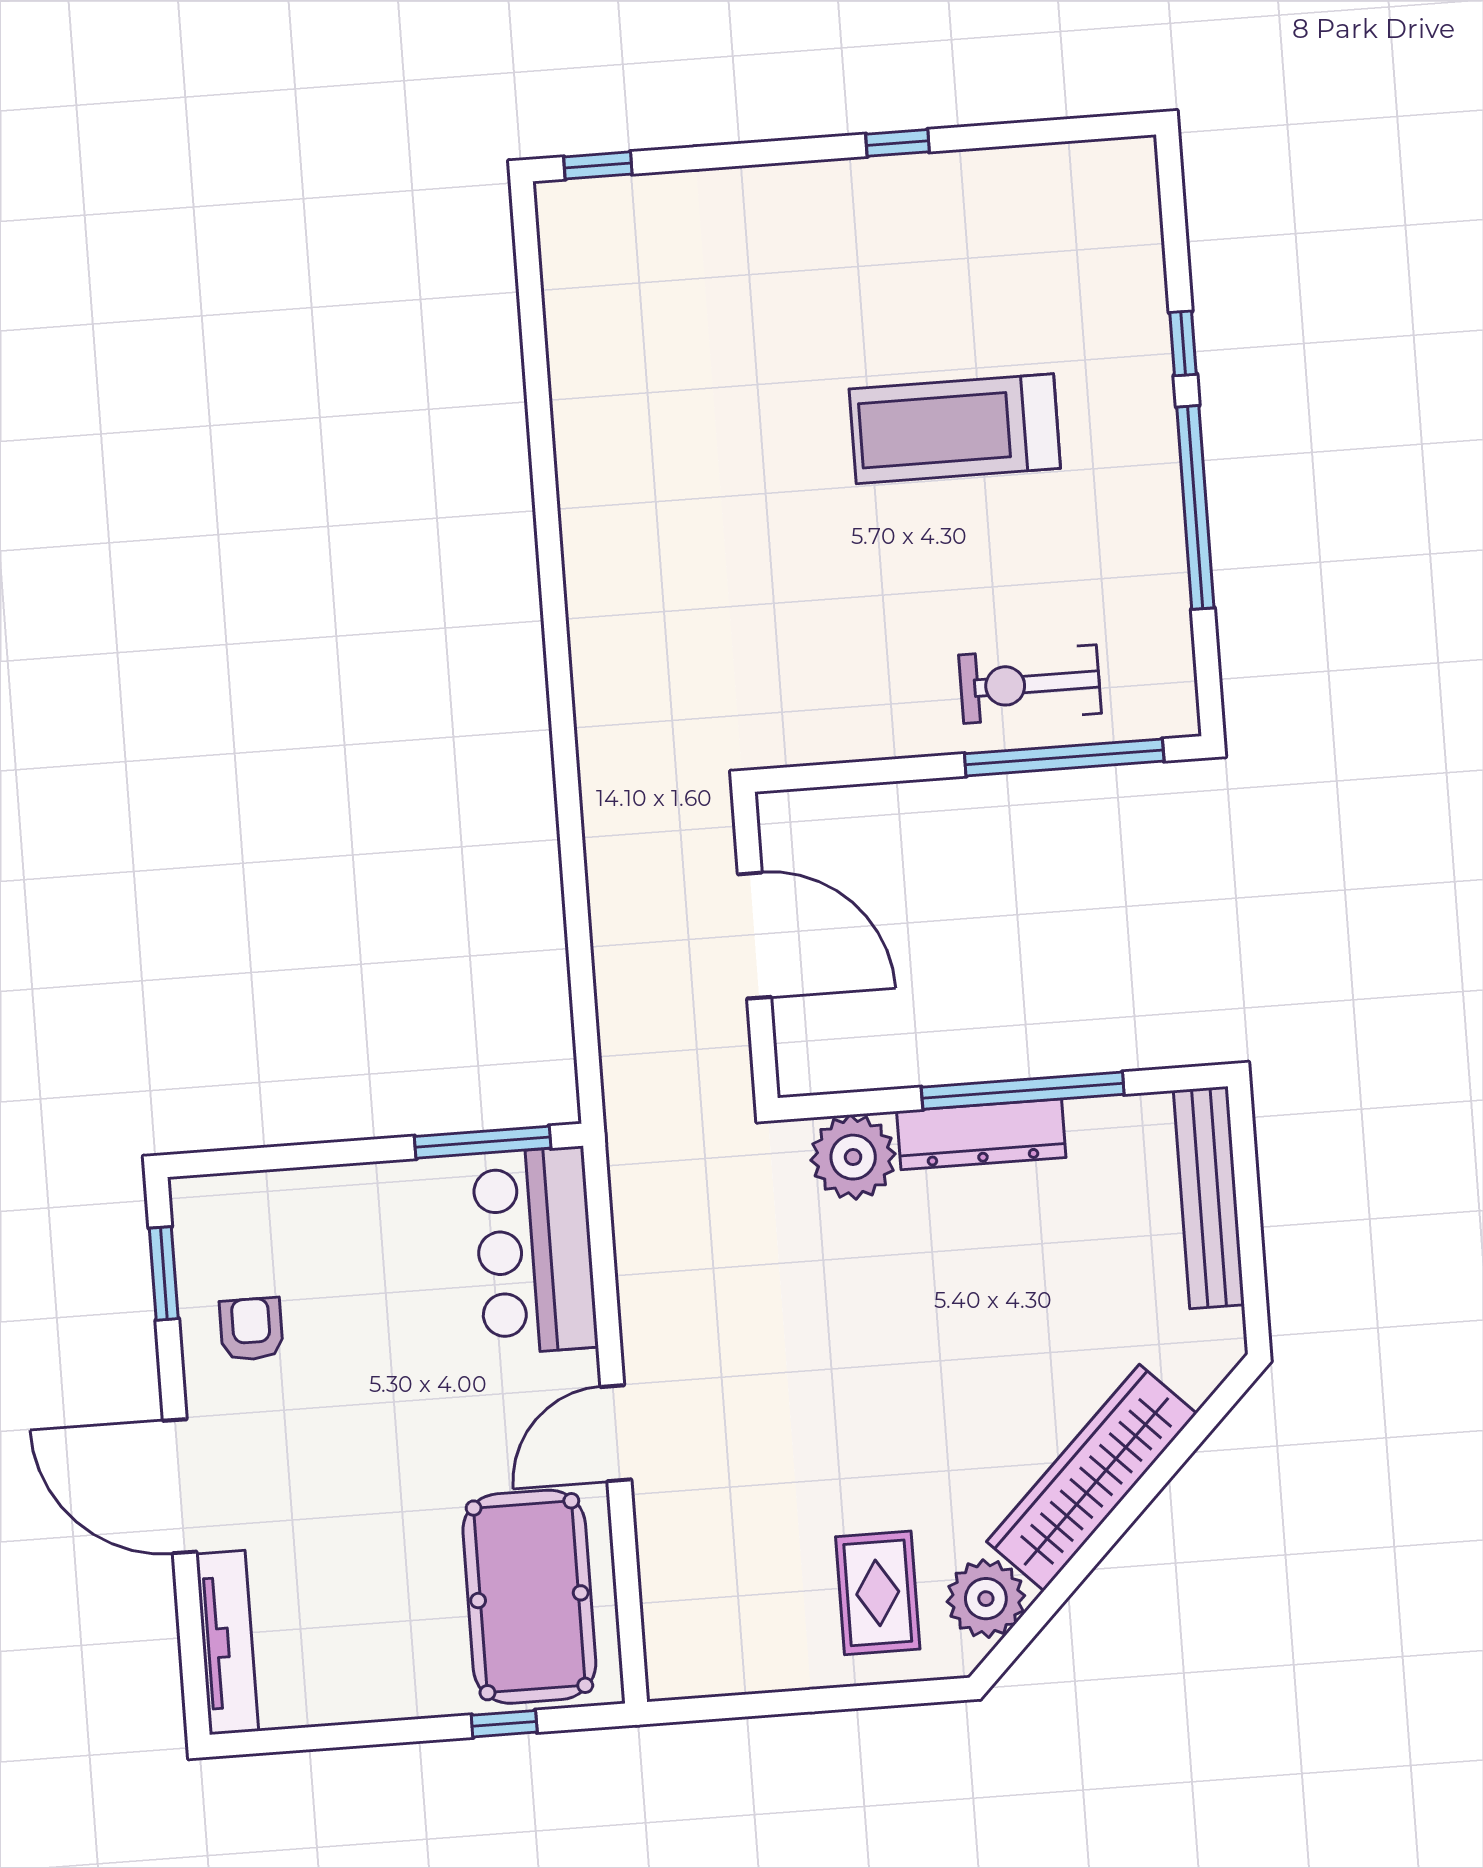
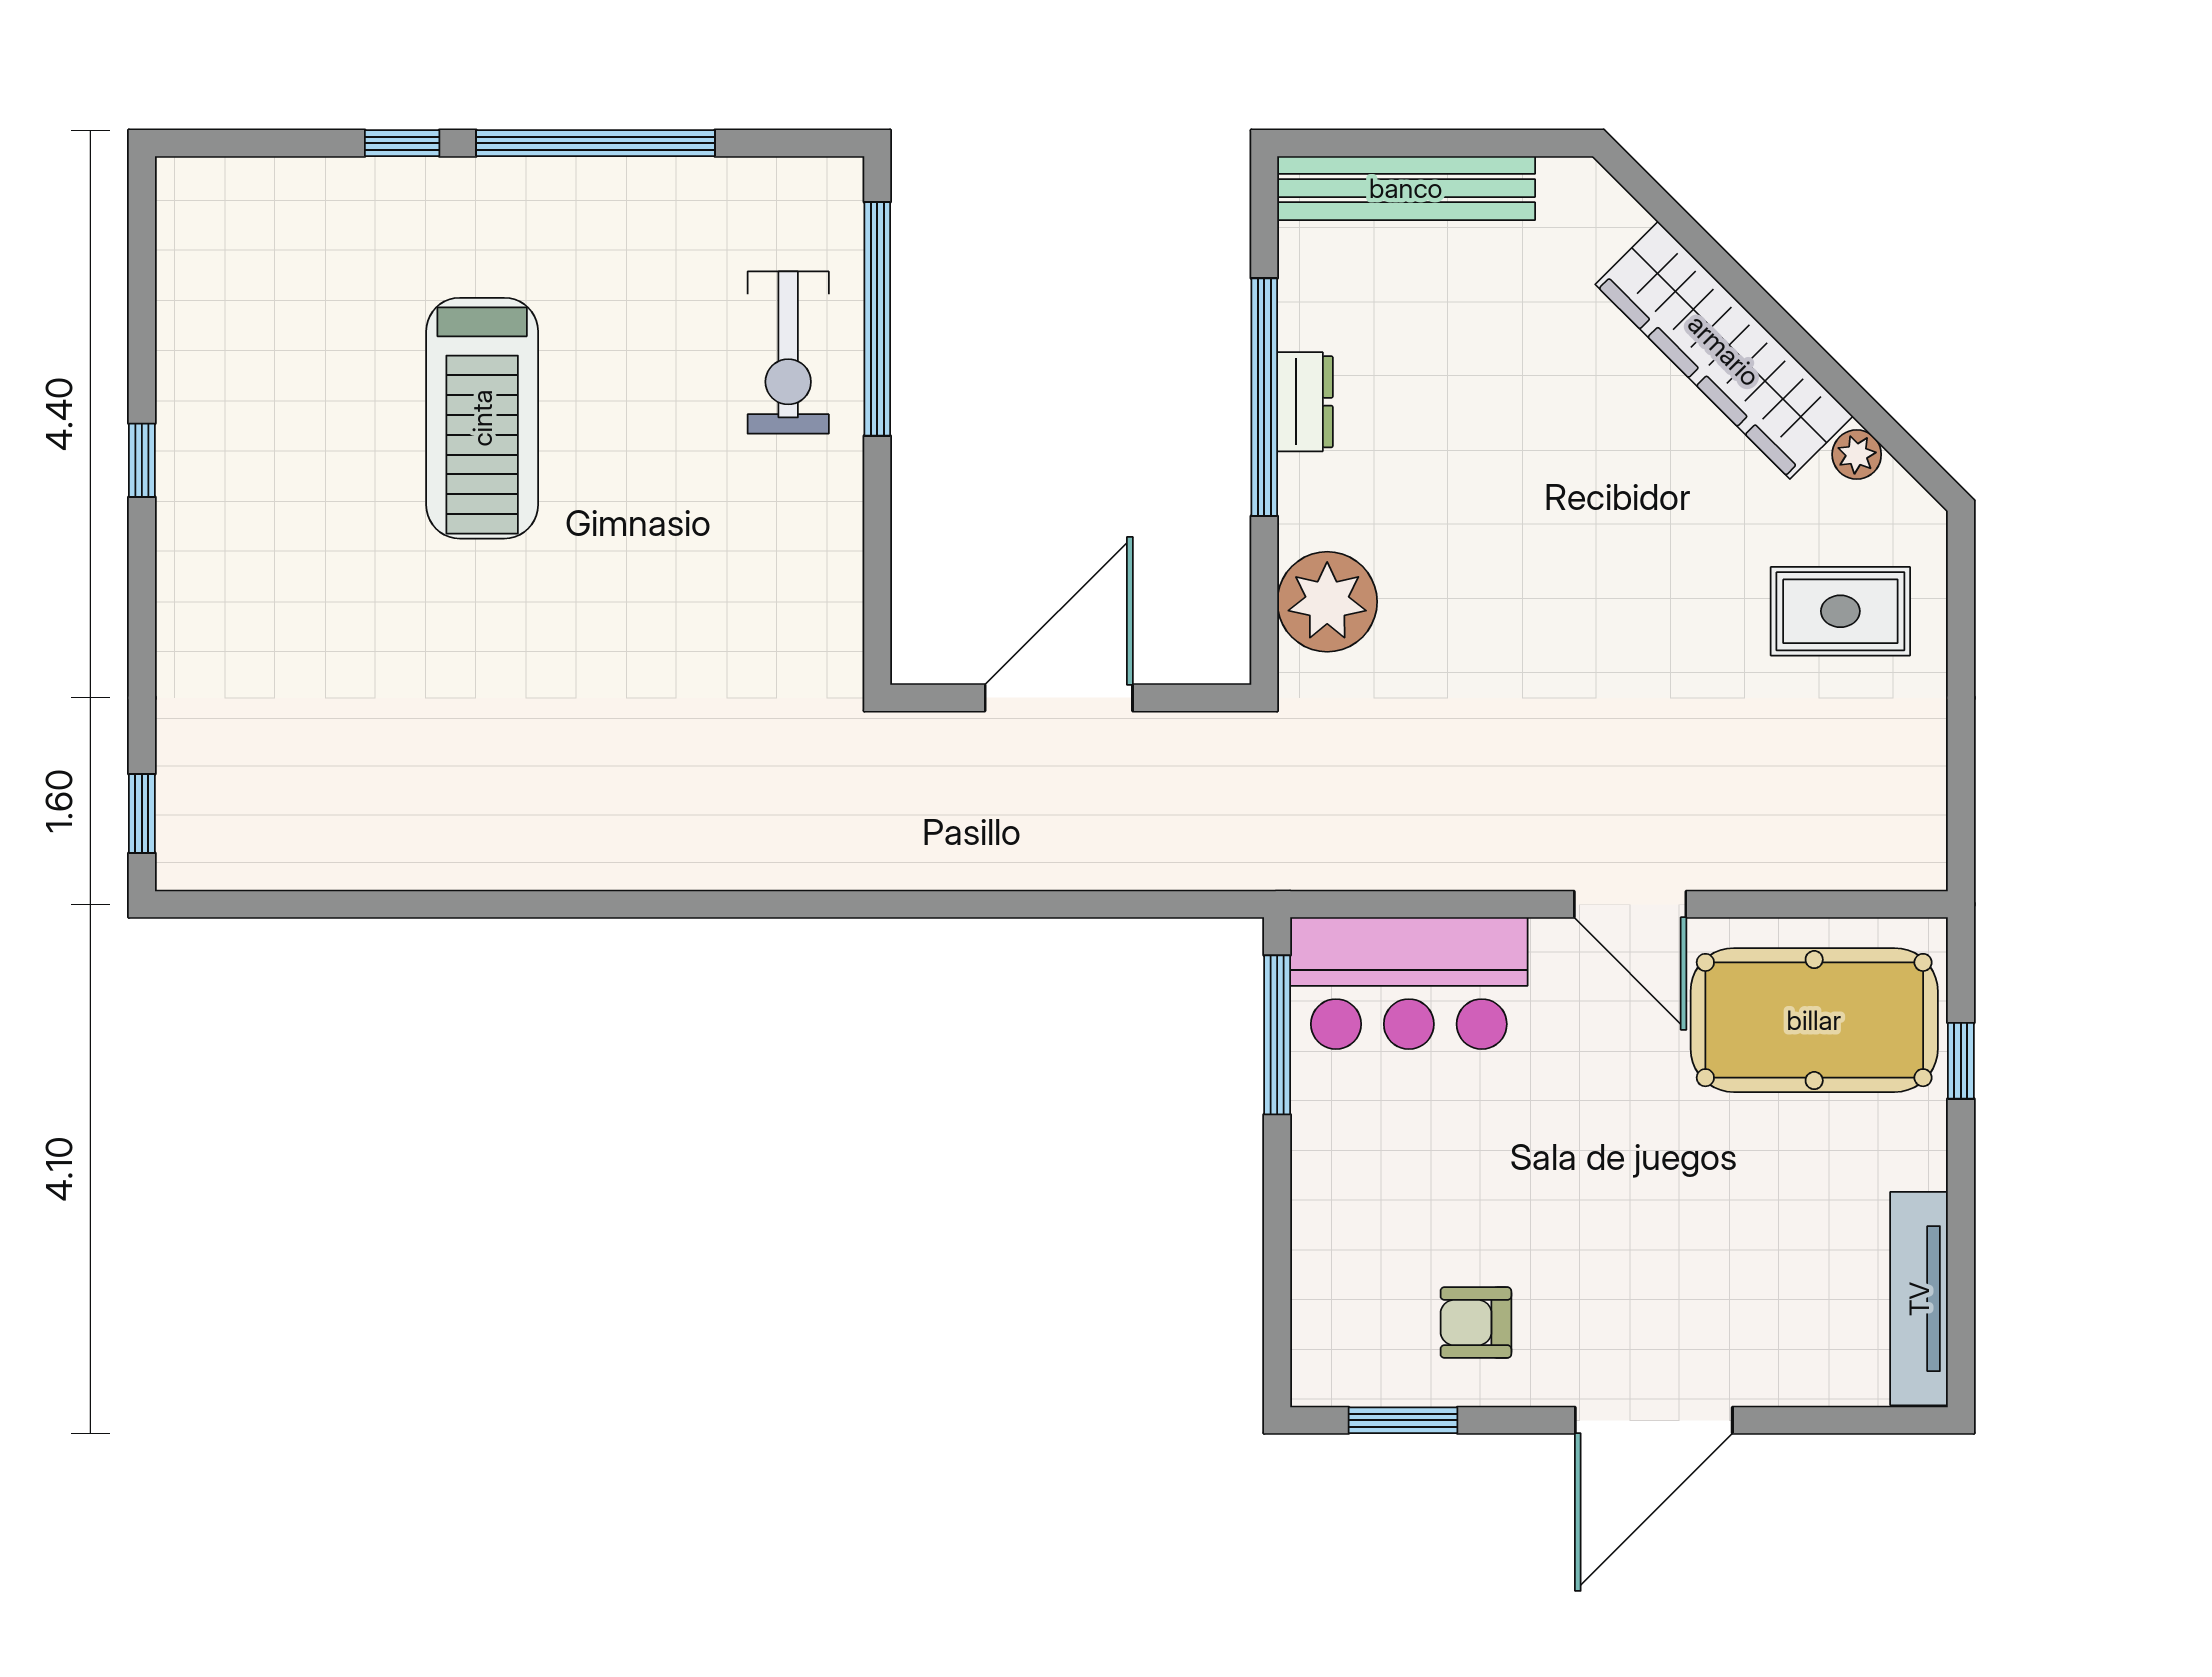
dresser: (981, 1134) -> (1305, 402), width x0.51, depth x0.80
plant: (986, 1599) -> (1857, 454), width x0.53, depth x0.53
tv unit: (227, 1643) -> (1919, 1299), moved, turned -90

